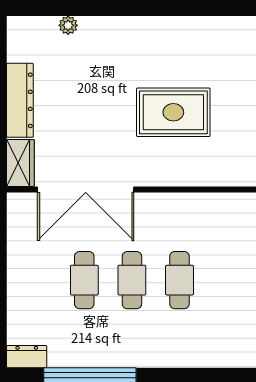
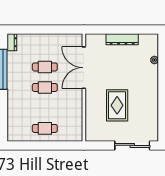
wardrobe: (20, 163) -> (95, 39), removed
cafe table: (180, 280) -> (45, 128), moved

